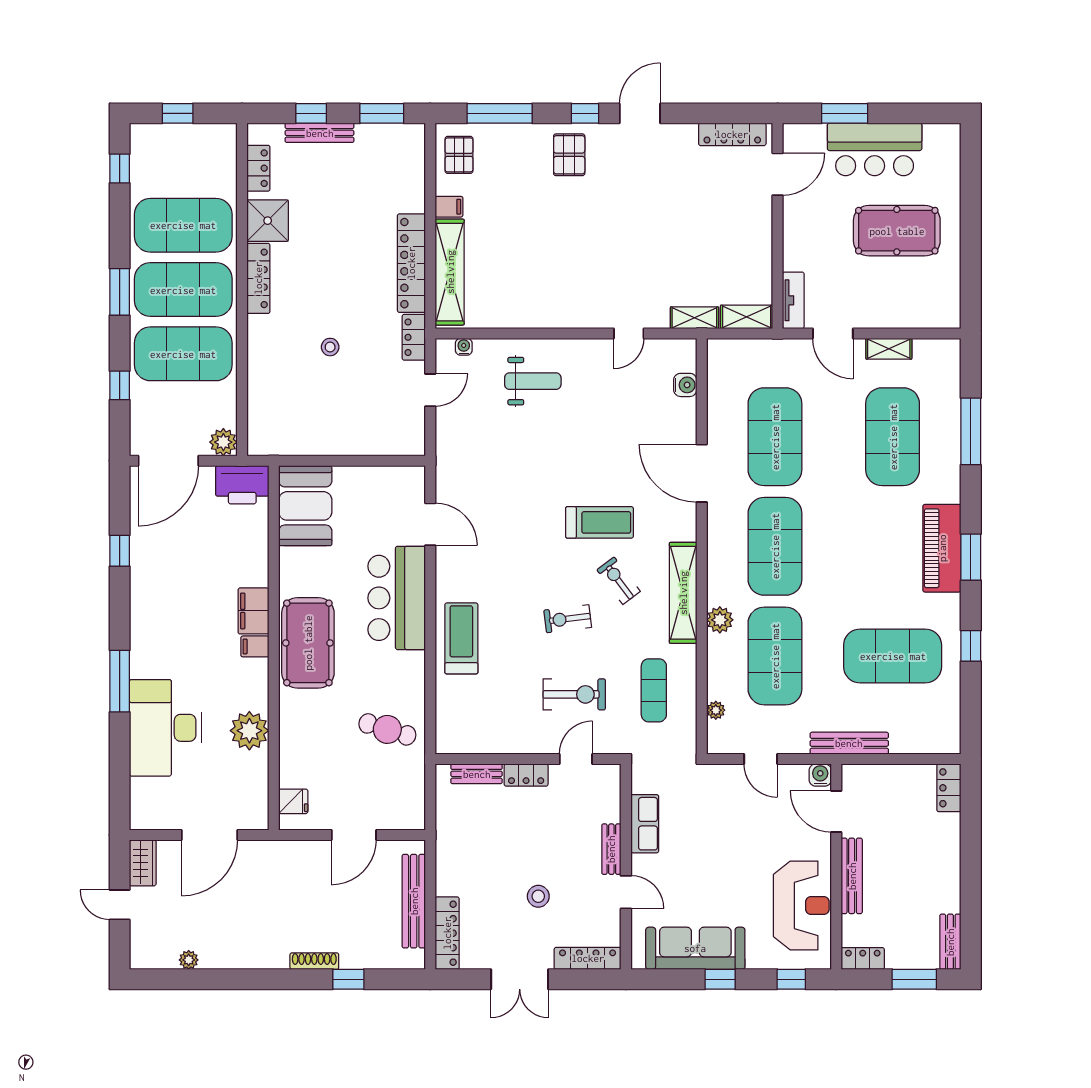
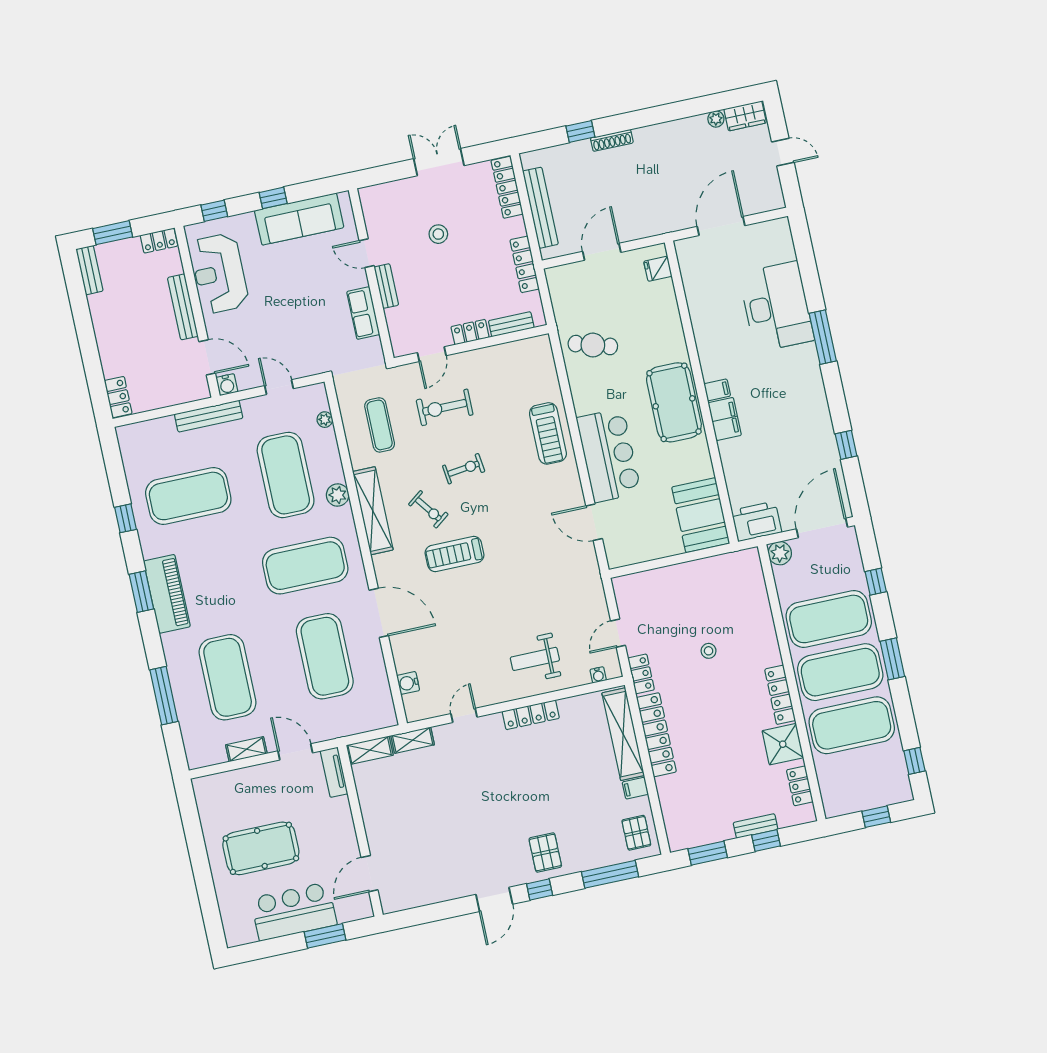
bench: (320, 133) -> (756, 826), width x0.73
locker: (732, 134) -> (531, 715), moved, turned 180
exercise mat: (775, 546) -> (305, 566), turned 90
plant: (249, 731) -> (707, 319), removed
wardrobe: (143, 863) -> (745, 116), moved, turned -90
locker: (588, 958) -> (525, 264), moved, turned 90

